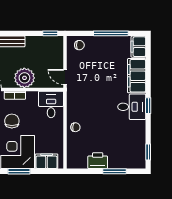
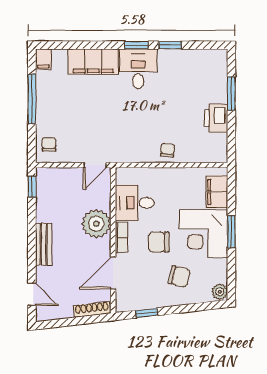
filing cabinet: (138, 47) -> (43, 59), width x0.50
desk: (51, 104) -> (135, 203), moved
window: (148, 152) -> (170, 45), moved

